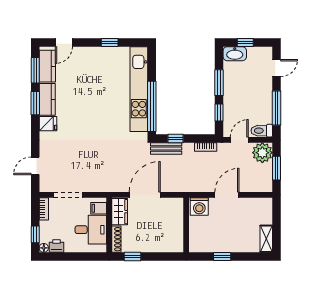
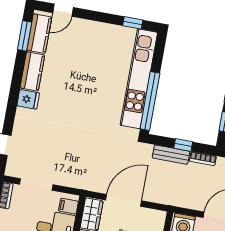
window: (110, 42) -> (133, 23), moved
window: (35, 103) -> (18, 73), removed
window: (175, 139) -> (183, 145), moved
bench: (166, 149) -> (171, 155), moved

